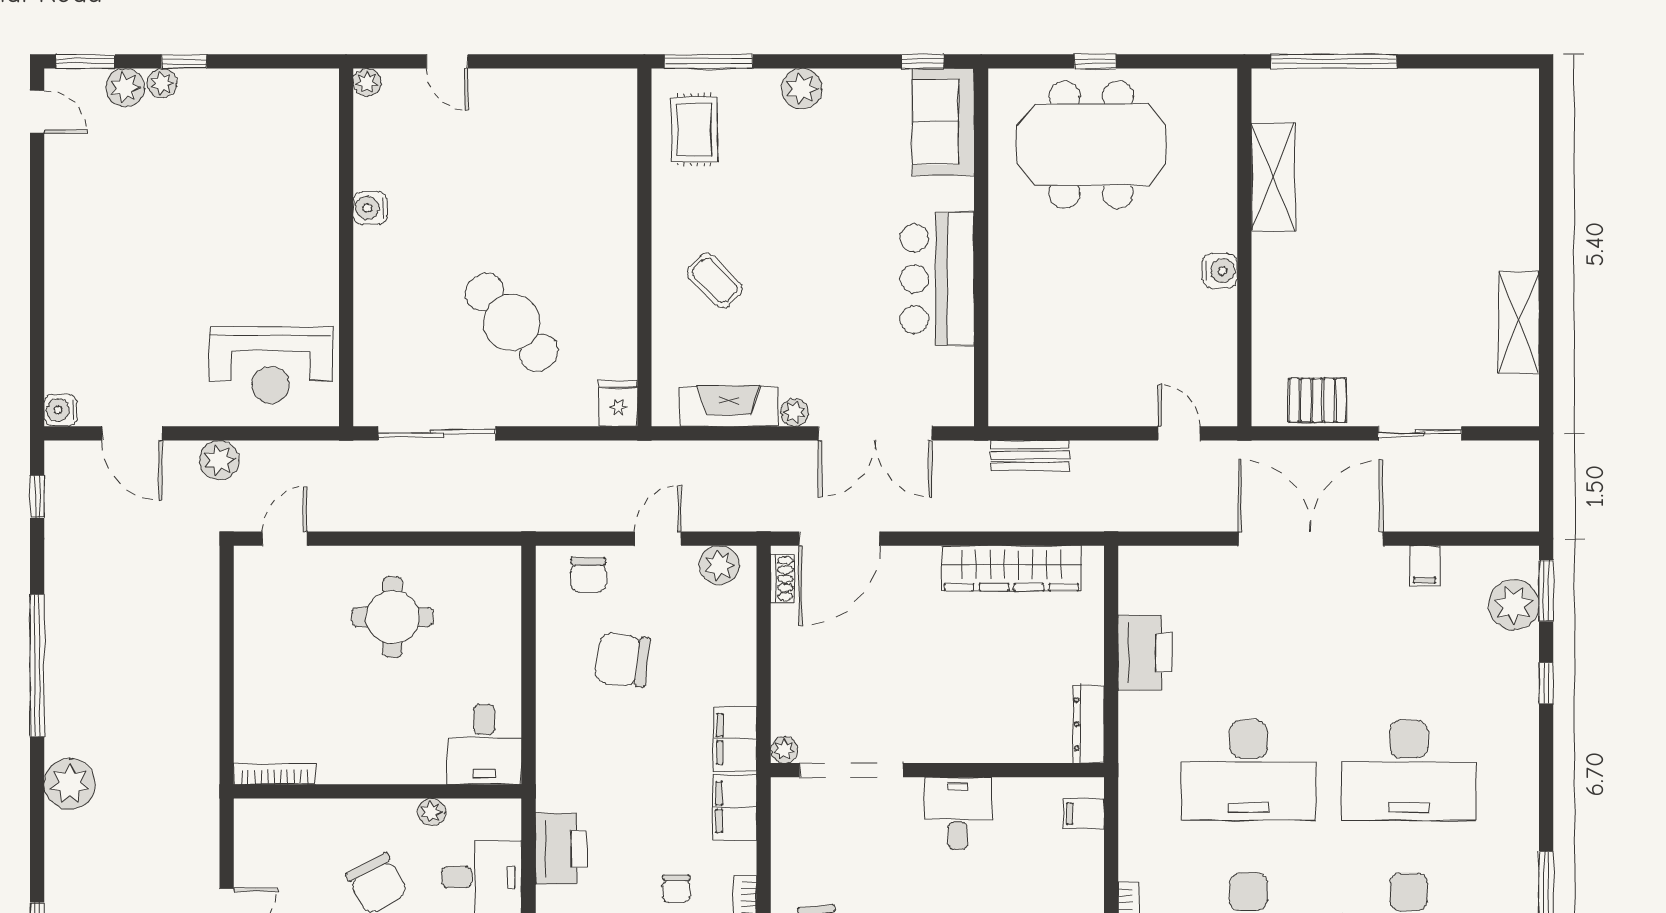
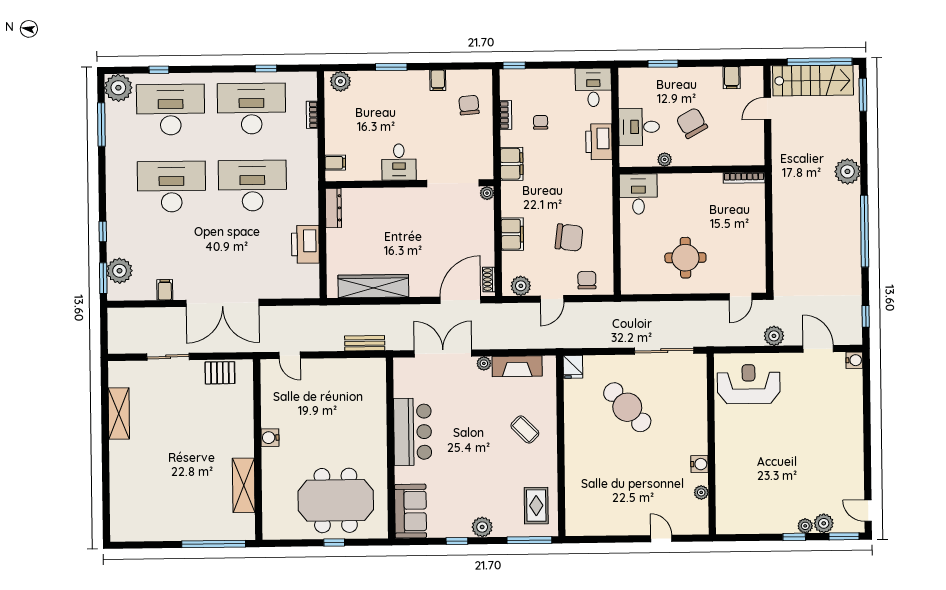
window: (922, 61) -> (457, 541), moved
plant: (367, 82) -> (701, 492), moved
filing cabinet: (735, 739) -> (512, 234), moved

